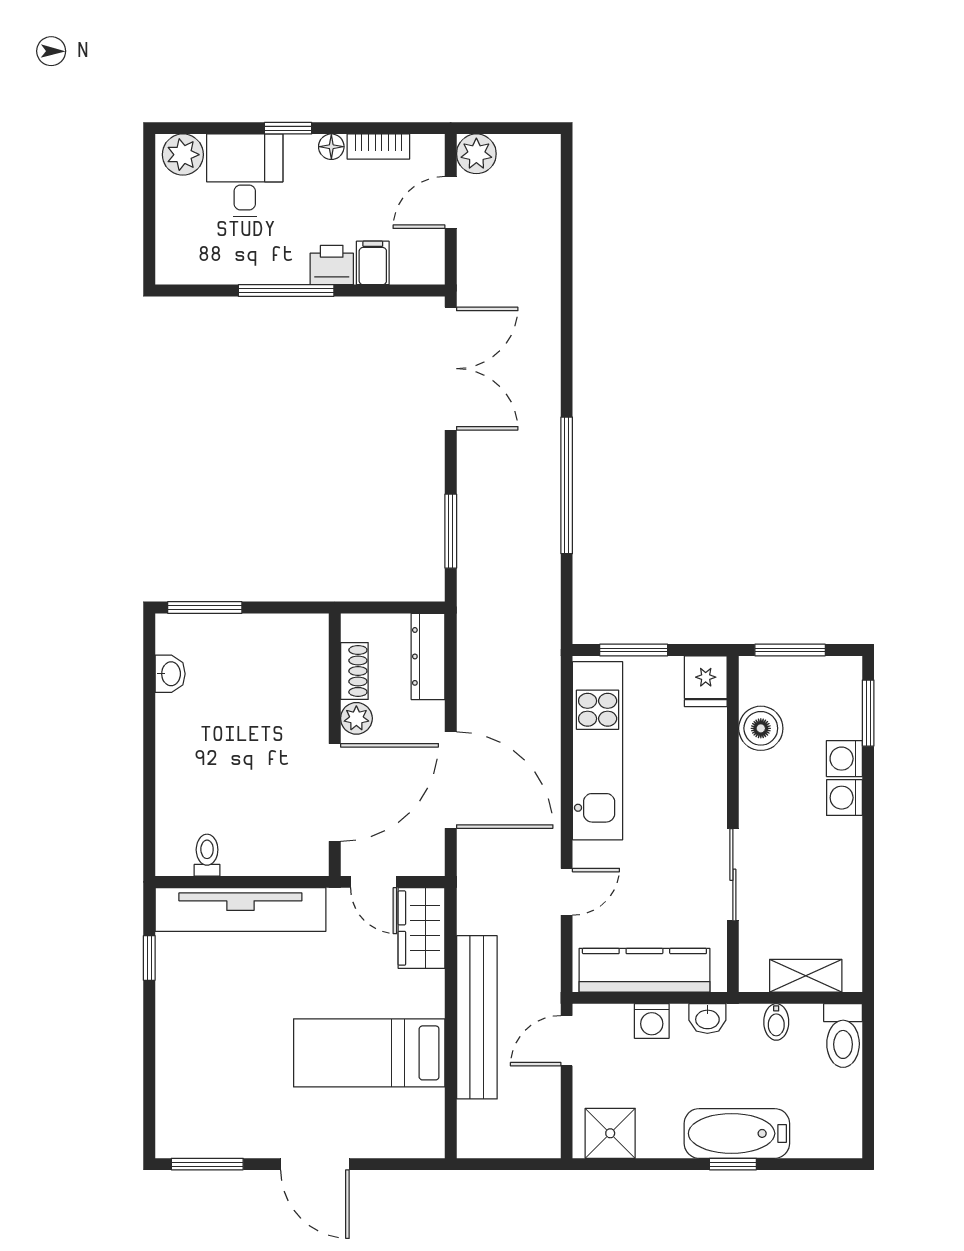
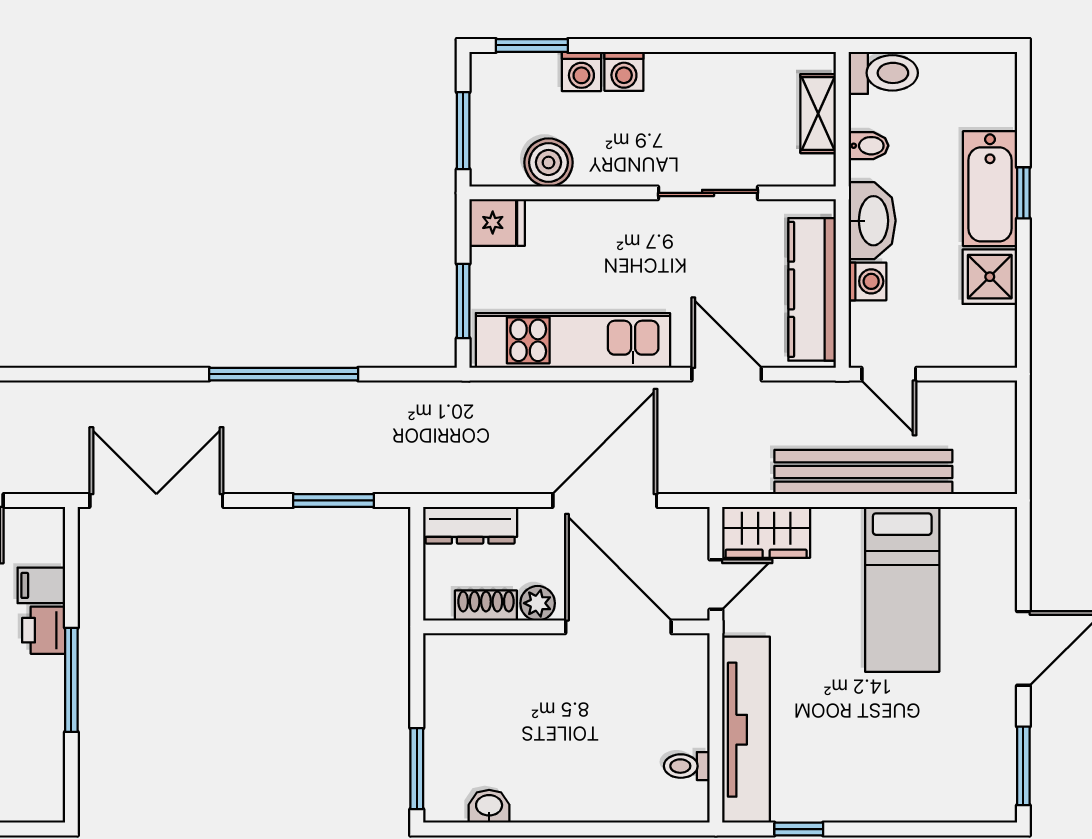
door: (567, 892) -> (727, 374), width x1.37
washbasin: (707, 1019) -> (872, 221), width x1.91, depth x1.45
shower: (610, 1133) -> (990, 277), moved

